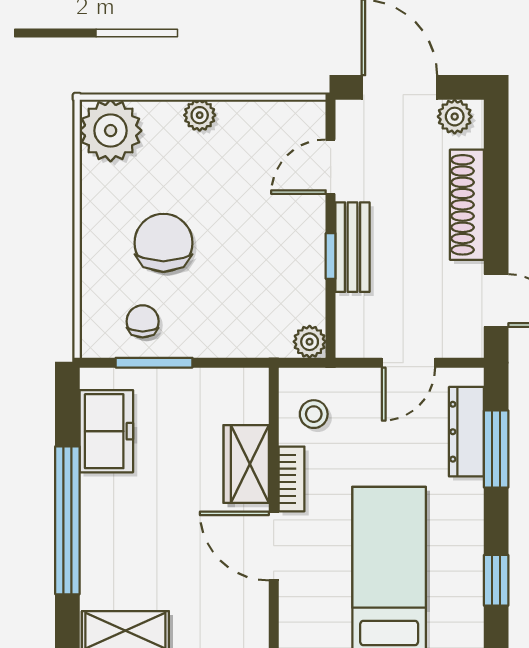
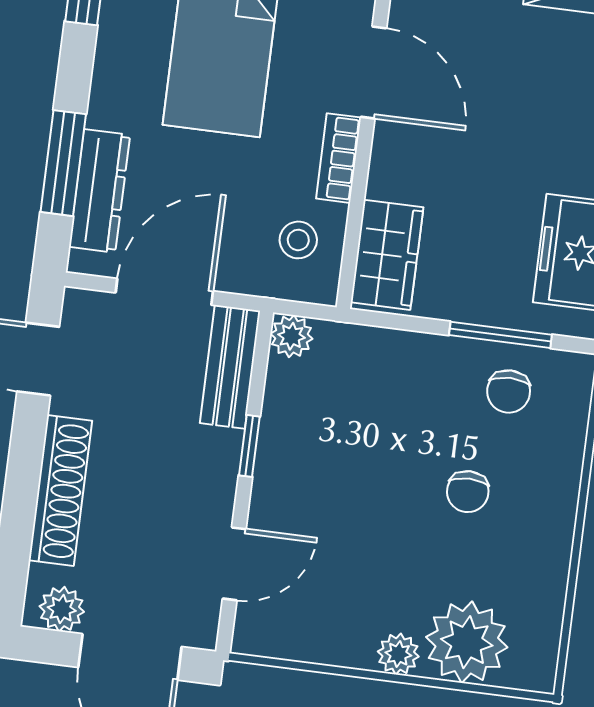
plant: (111, 131) -> (467, 642), moved
chair: (163, 243) -> (468, 492), width x0.54, depth x0.54
bench: (352, 247) -> (230, 367), moved
door: (408, 363) -> (164, 292), width x1.38
wardrobe: (246, 464) -> (387, 255), moved

